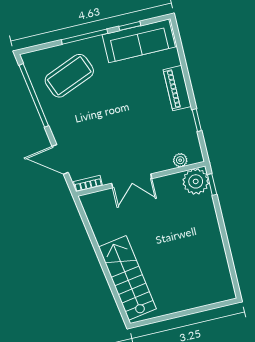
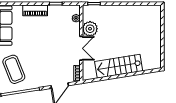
plant: (196, 181) -> (90, 29), moved
stairs: (127, 278) -> (119, 66), moved

